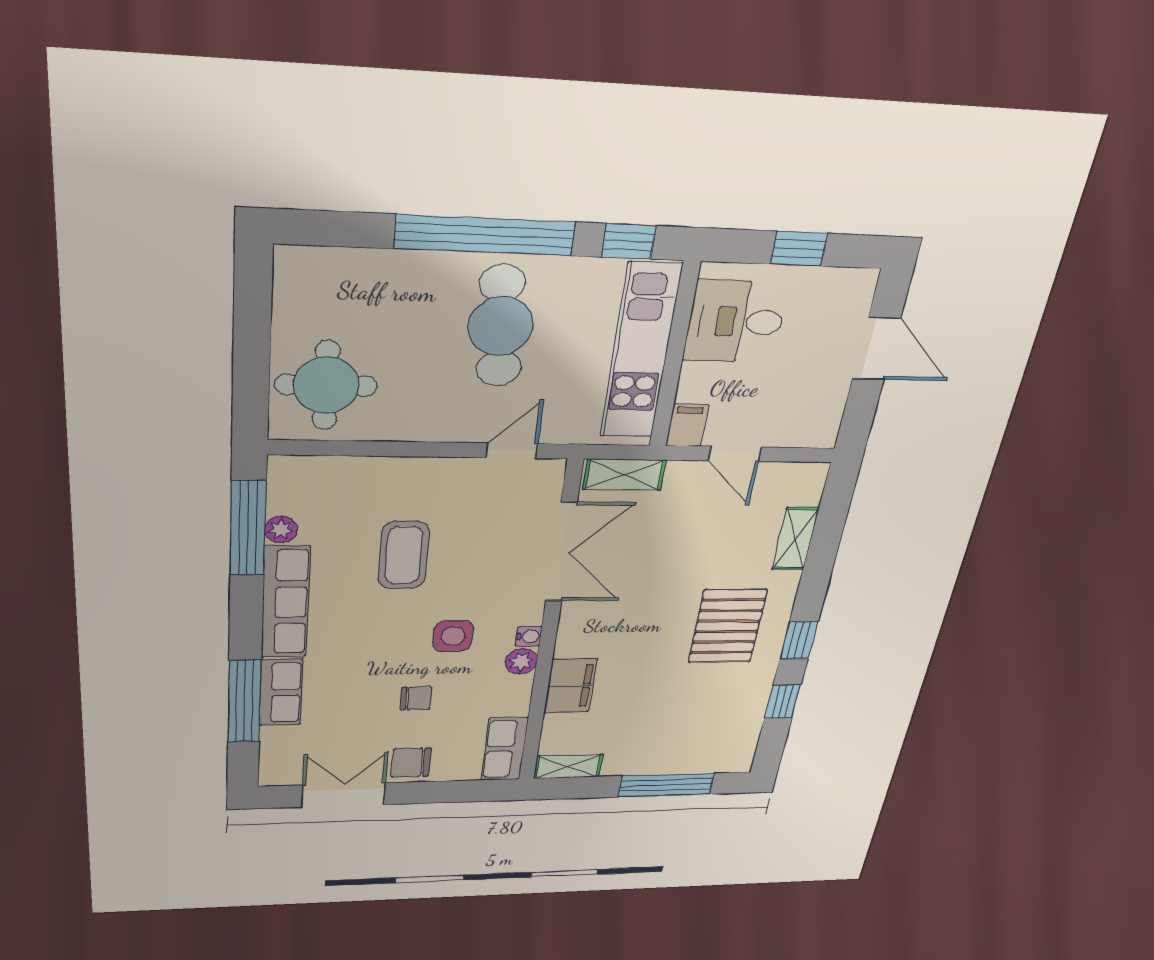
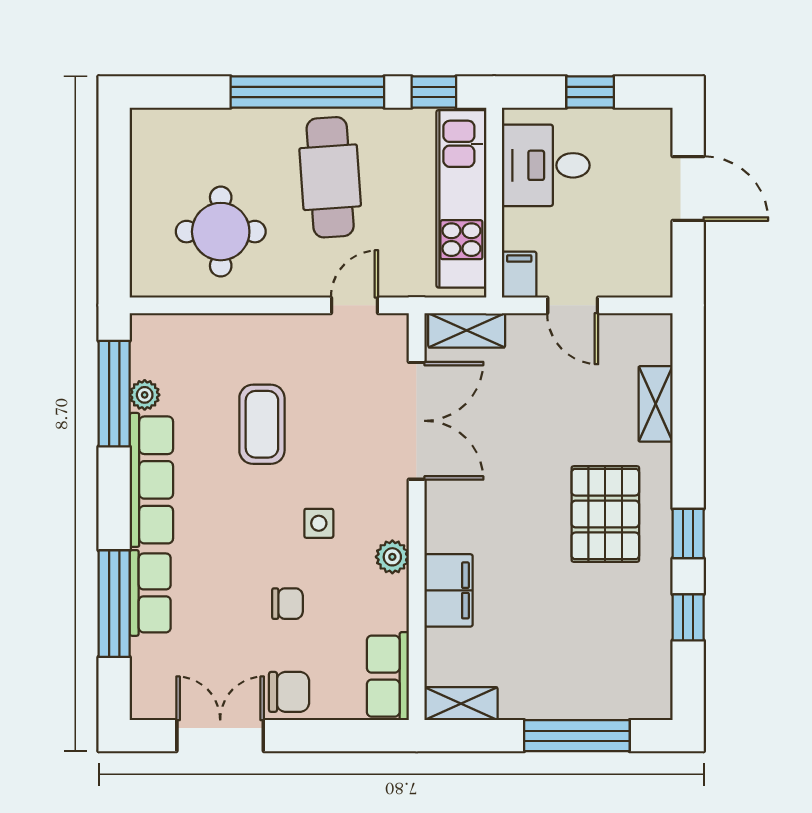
round table: (326, 385) -> (221, 232), moved
side table: (453, 636) -> (319, 523), width x0.73, depth x0.73
water cooler: (529, 636) -> (396, 525), removed
chair: (411, 763) -> (289, 692), turned 180

